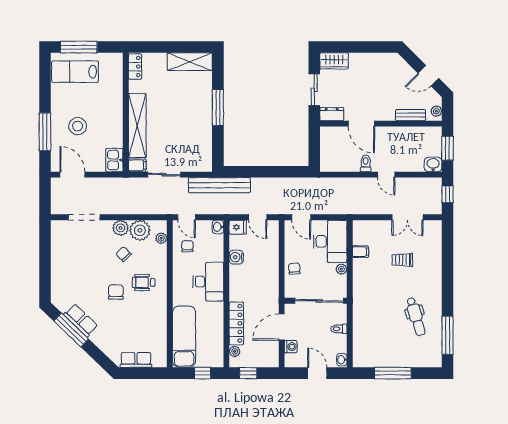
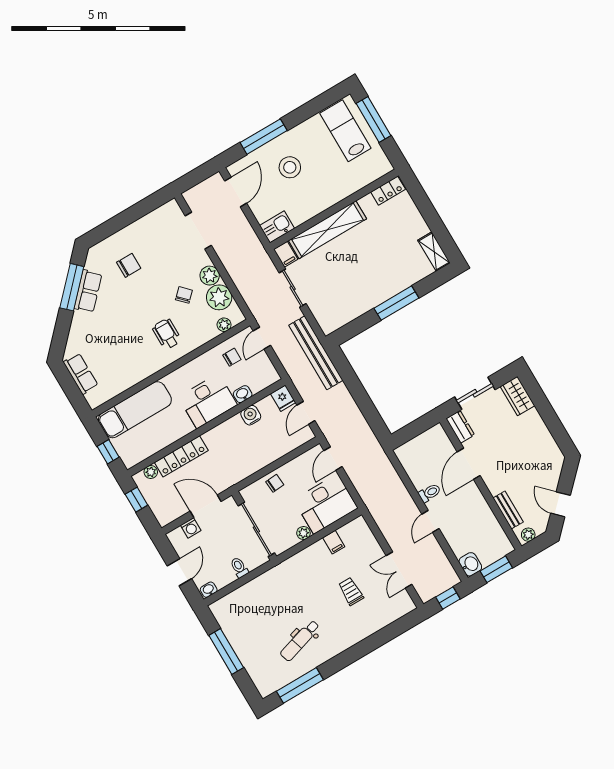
shelving: (190, 62) -> (434, 252), width x0.67, depth x0.75
washbasin: (218, 227) -> (243, 394), moved
chair: (116, 292) -> (129, 265), moved

